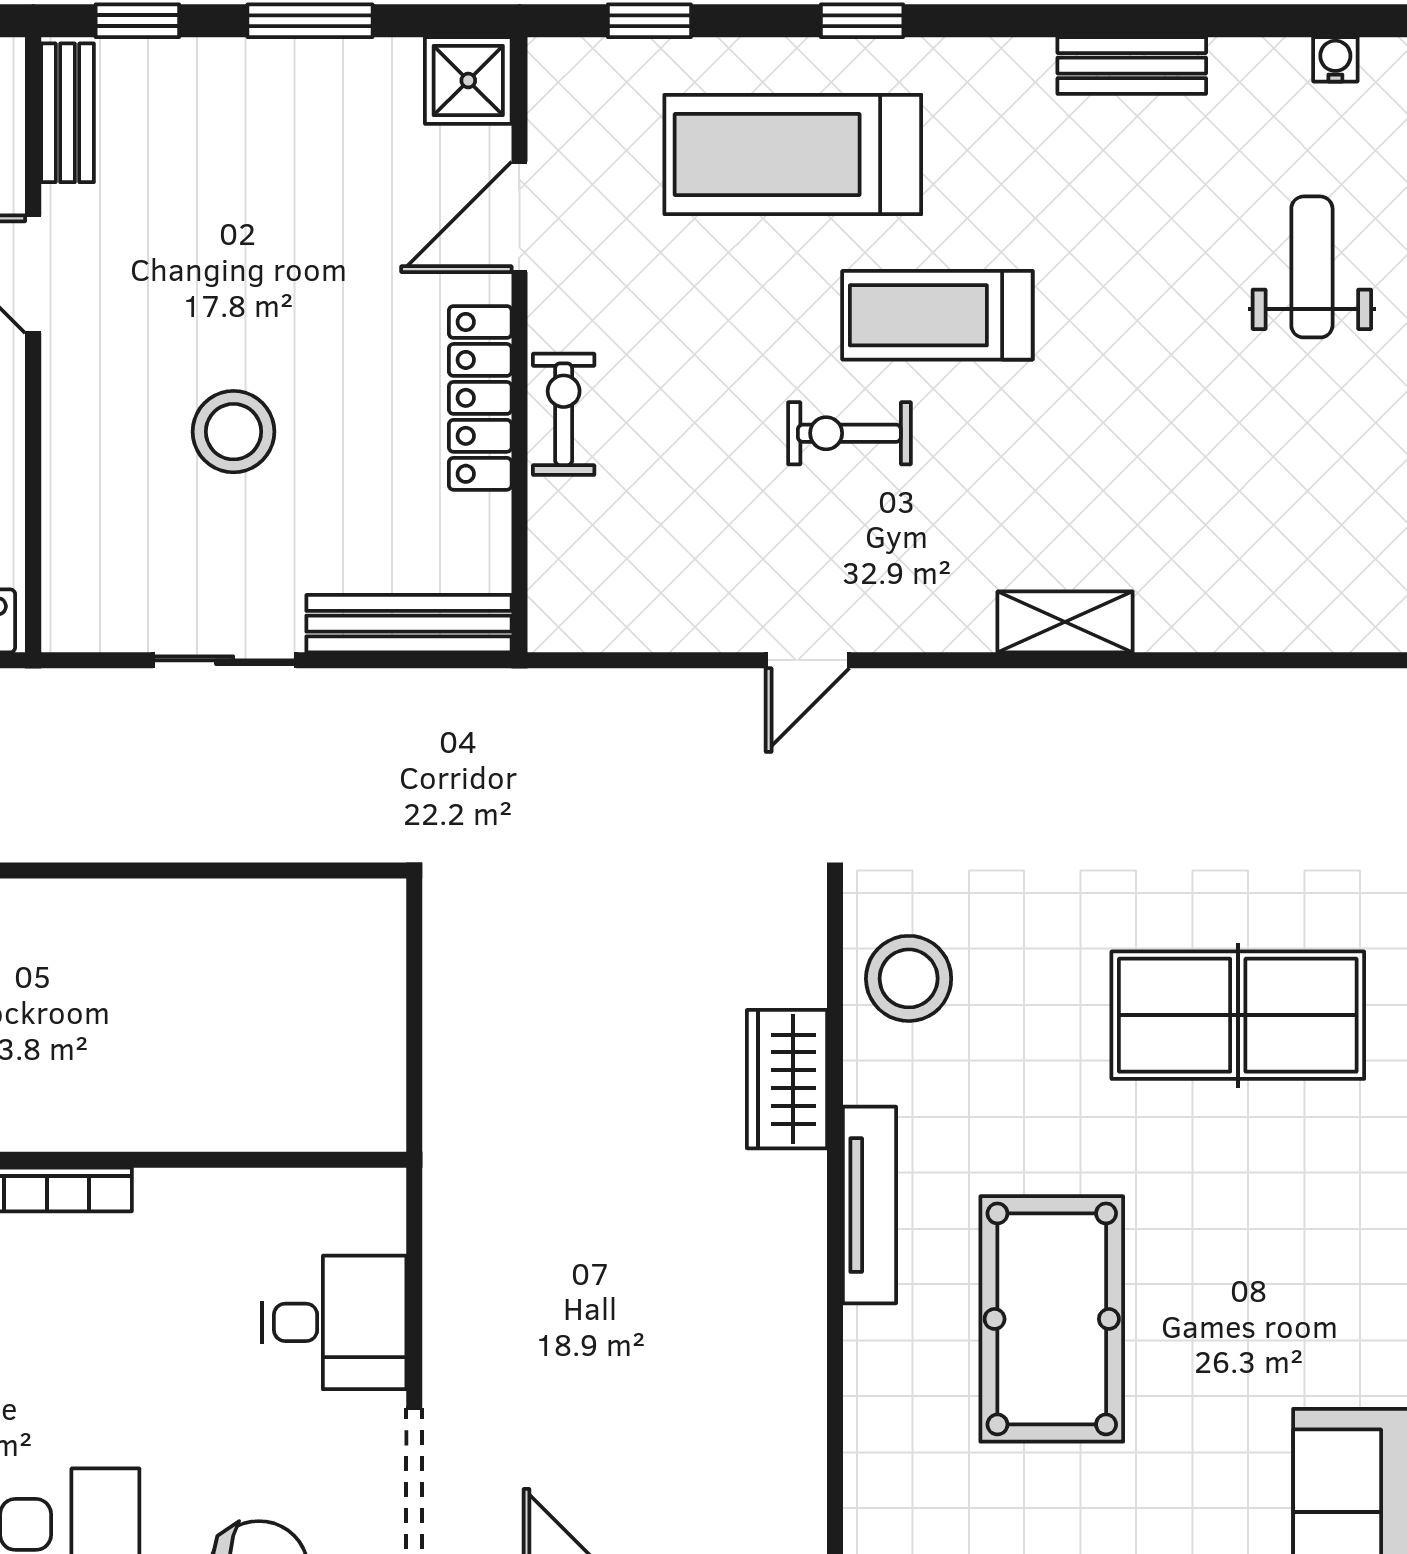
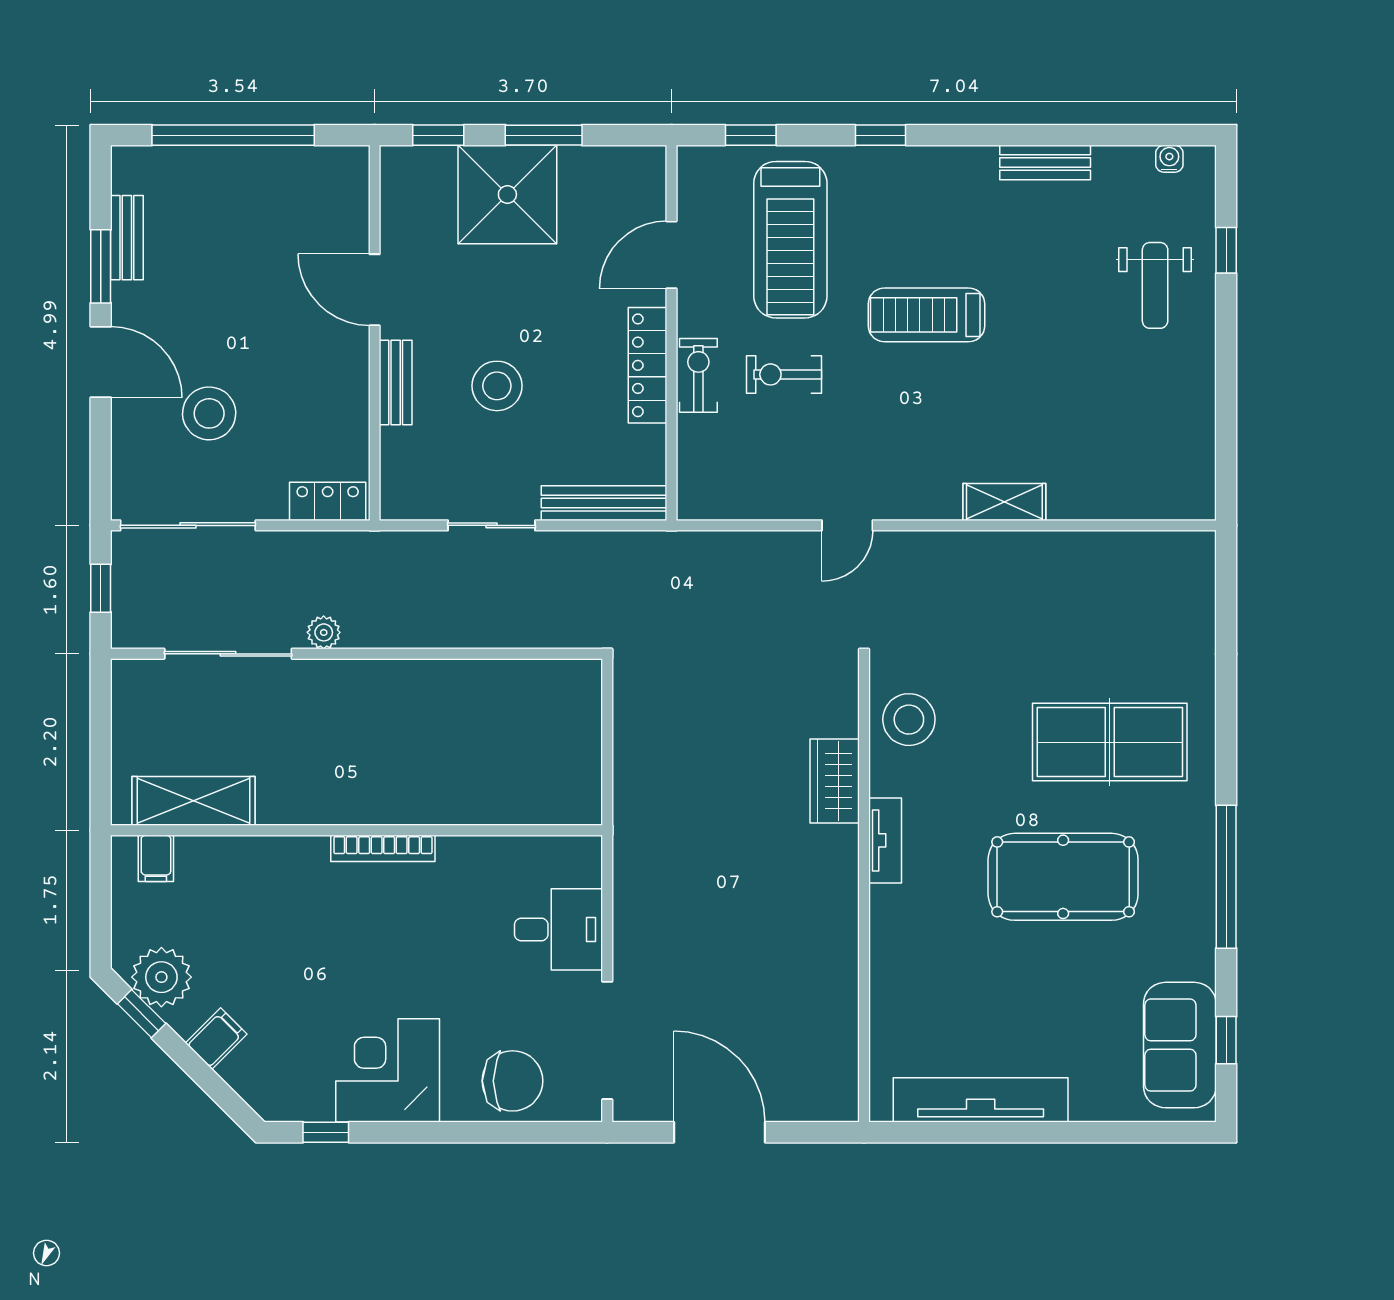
shower: (468, 81) -> (507, 194), moved, width x1.86, depth x1.86
bench: (68, 113) -> (396, 382), moved
treadmill: (793, 155) -> (790, 240), moved, turned -90
weight bench: (1312, 267) -> (1155, 285), turned 180
exercise bike: (849, 433) -> (784, 374), moved
tv unit: (870, 1205) -> (885, 840), width x0.71
pool table: (1052, 1319) -> (1063, 877), moved, turned 90

